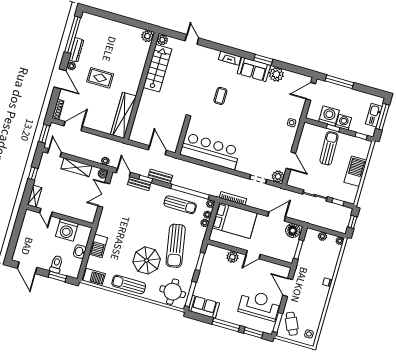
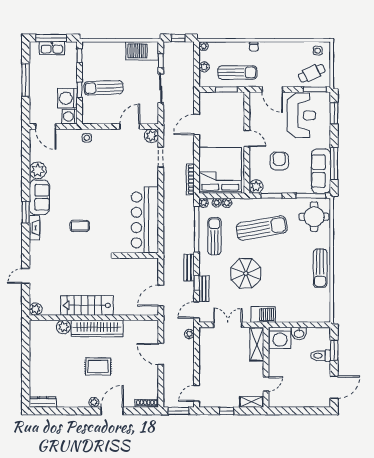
window: (73, 35) -> (59, 411), removed
plant: (147, 36) -> (63, 327), moved
dresser: (76, 50) -> (43, 402), moved
window: (263, 60) -> (26, 212), moved
stairs: (157, 68) -> (87, 305), moved
rug: (100, 78) -> (98, 366), turned 90
window: (339, 82) -> (26, 80), moved
wardrobe: (123, 115) -> (97, 328), moved
washing machine: (343, 122) -> (70, 117), moved
door: (73, 126) -> (161, 354), moved
door: (157, 150) -> (161, 296), moved
shelving: (76, 167) -> (257, 344), moved
barbecue: (355, 171) -> (142, 51), moved
boiler: (103, 174) -> (204, 333), removed
double door: (104, 195) -> (228, 325), swing flipped
door: (277, 217) -> (197, 124), hinge flipped
bed: (234, 220) -> (220, 170), width x1.36
washing machine: (67, 230) -> (280, 338), moved, turned 90
floor lamp: (293, 231) -> (207, 102), removed
barbecue: (98, 246) -> (263, 315), moved
plant: (232, 257) -> (256, 187), moved
parasol: (147, 260) -> (246, 273), moved
sun lounger: (310, 263) -> (237, 72), added
armchair: (227, 276) -> (279, 161), added
barbecue: (94, 277) -> (323, 309), removed
door: (288, 287) -> (272, 89), hinge flipped
reception desk: (259, 305) -> (301, 115), turned 180
sofa: (204, 307) -> (321, 171), width x1.36
window: (226, 325) -> (334, 164), moved

